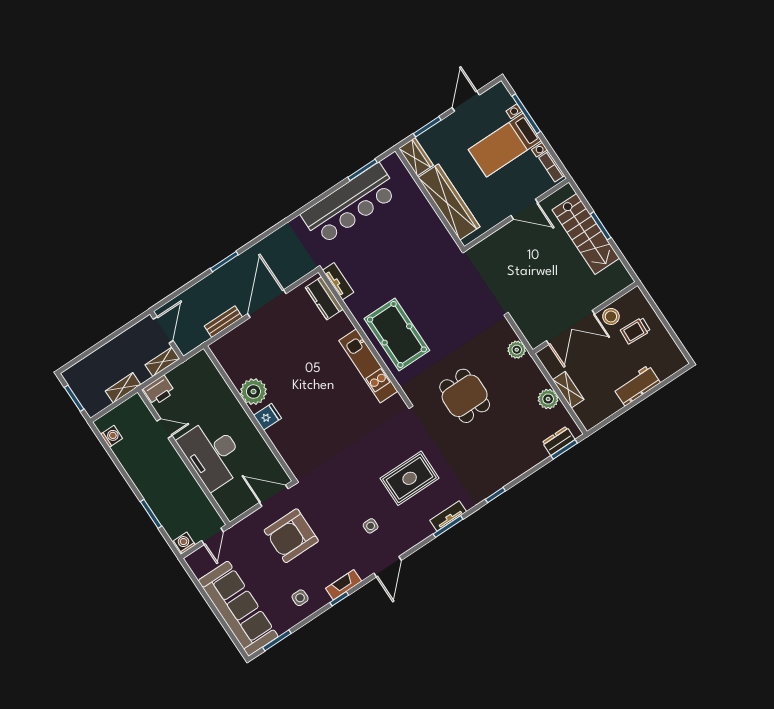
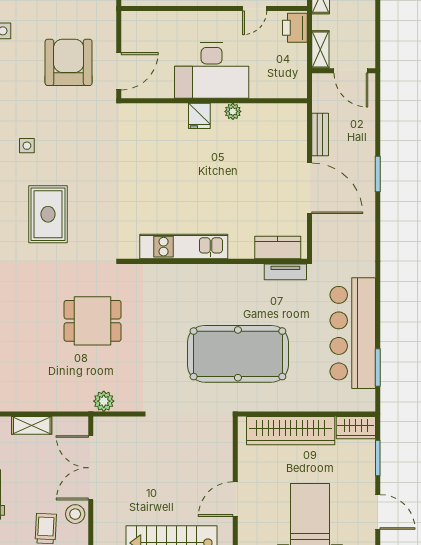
pool table: (397, 334) -> (238, 354), moved, width x1.36, depth x1.32
plant: (253, 392) -> (233, 111), width x0.53, depth x0.53
plant: (548, 399) -> (36, 400), removed
desk: (212, 454) -> (212, 71), moved, turned 180

